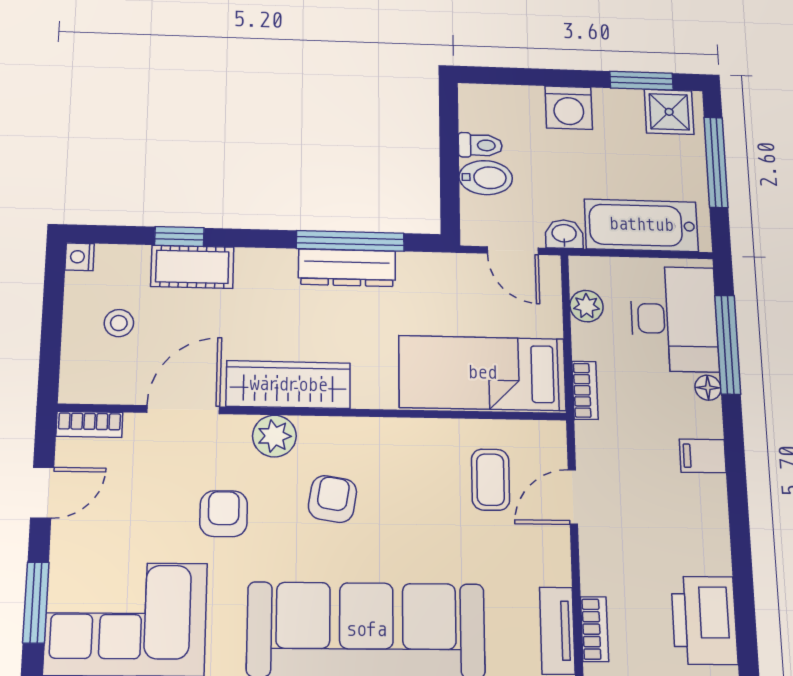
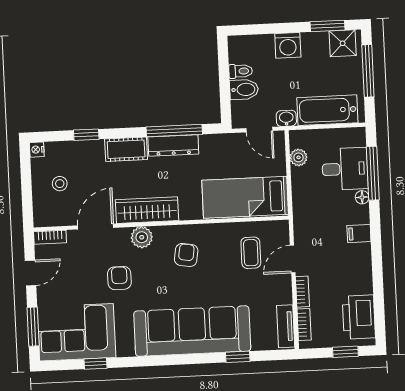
cot: (192, 267) -> (126, 149), moved
desk: (674, 319) -> (345, 169), width x0.73
bookcase: (585, 390) -> (302, 292), moved
armchair: (332, 499) -> (186, 255), moved

